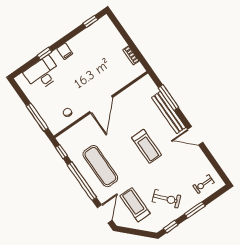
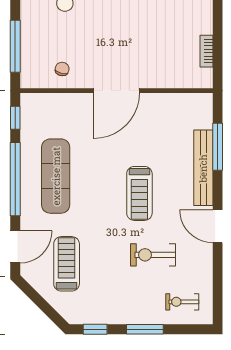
exercise bike: (166, 199) -> (153, 255), moved, turned 131

